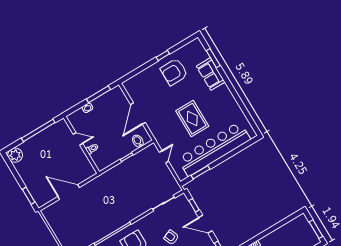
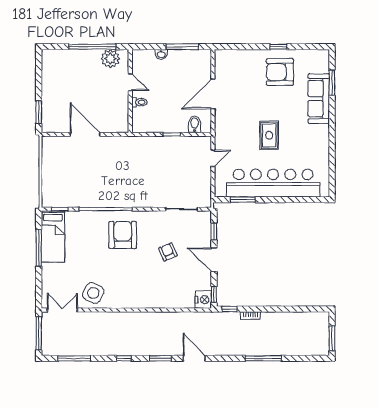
sofa: (211, 74) -> (319, 99), width x1.36
rug: (192, 119) -> (269, 135), width x0.73, depth x0.70
plant: (15, 155) -> (110, 59), moved

